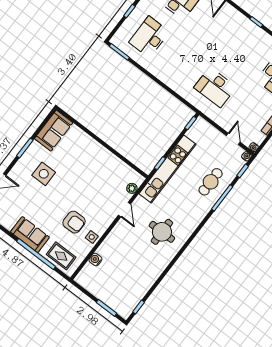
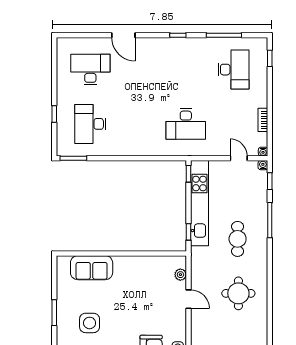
sofa: (54, 131) -> (92, 268), moved, turned 90
kitchen unit: (167, 169) -> (199, 203), moved
cafe table: (211, 182) -> (238, 239), moved

